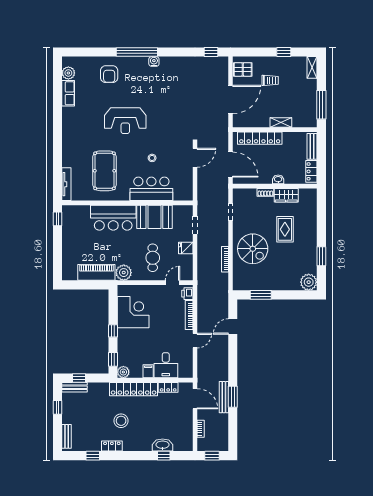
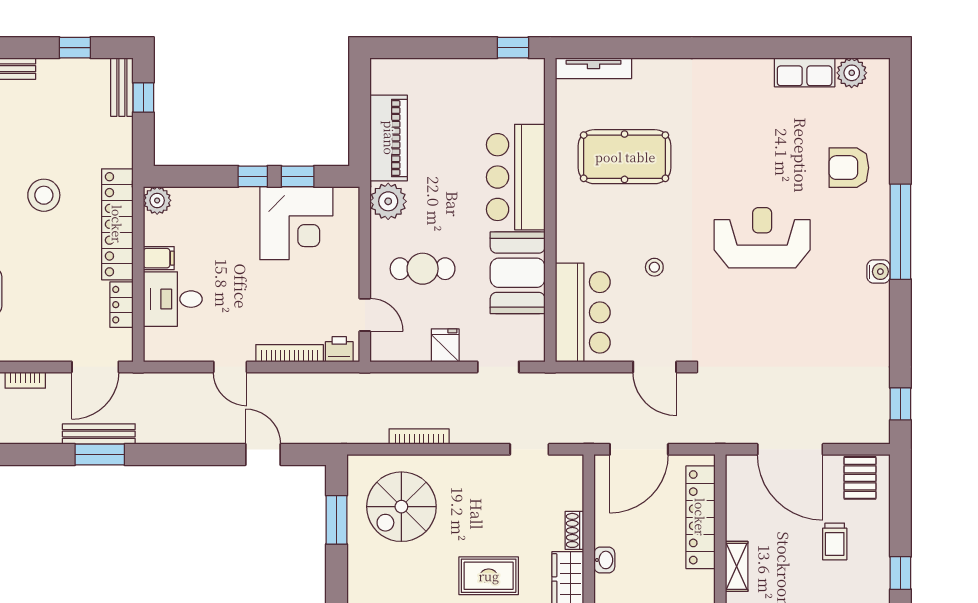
reception desk: (125, 121) -> (762, 238), moved, turned 90
bar counter: (151, 189) -> (583, 312), moved
spiral stairs: (253, 249) -> (401, 507), moved
window: (113, 359) -> (298, 176), moved

